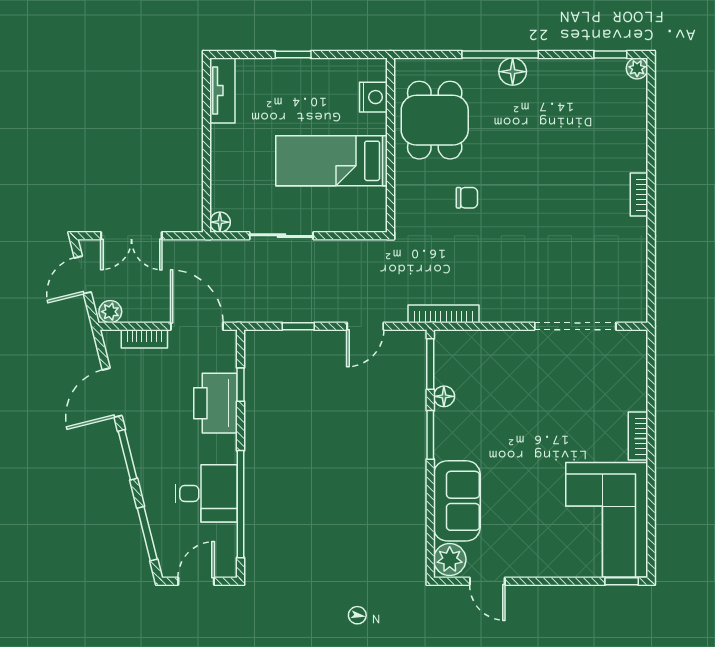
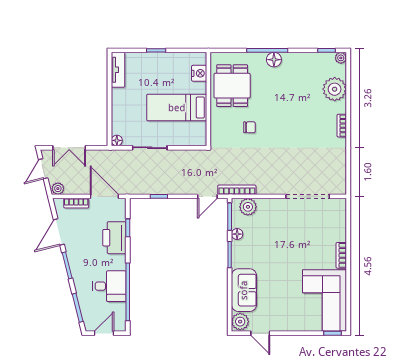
plant: (626, 127) -> (335, 89), added
door: (365, 326) -> (207, 196), moved
plant: (464, 346) -> (248, 207), added

